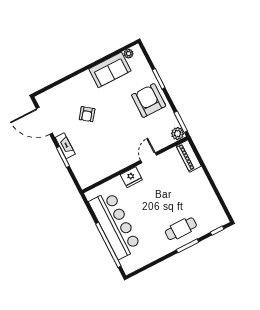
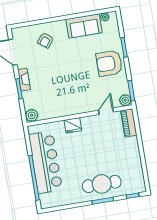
armchair: (149, 101) -> (109, 63), turned -90
armchair: (87, 114) -> (46, 40), moved
door: (149, 158) -> (106, 111), moved
plant: (85, 180) -> (32, 115), added
cafe table: (181, 229) -> (102, 184), width x1.37, depth x1.35

